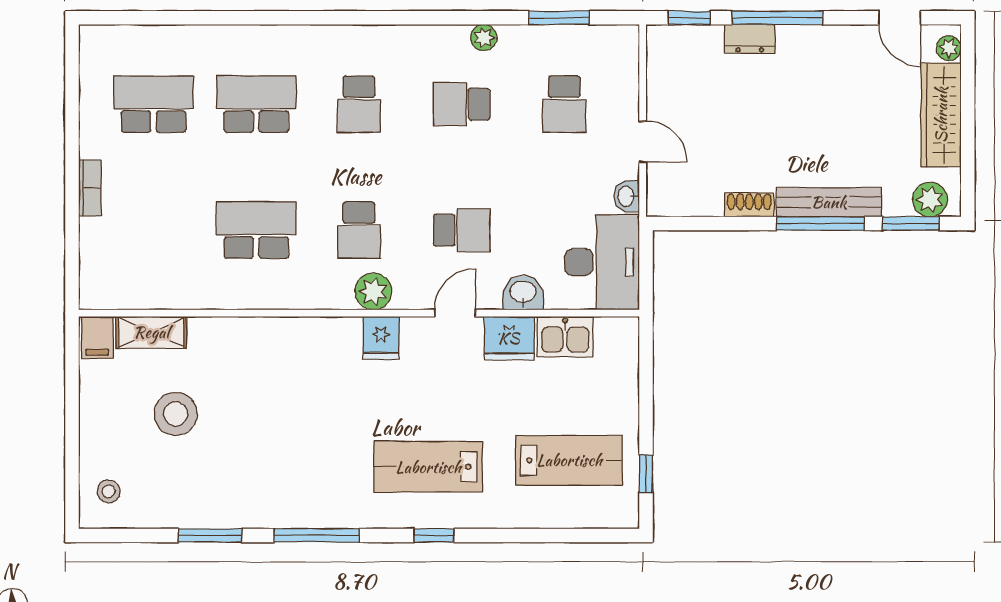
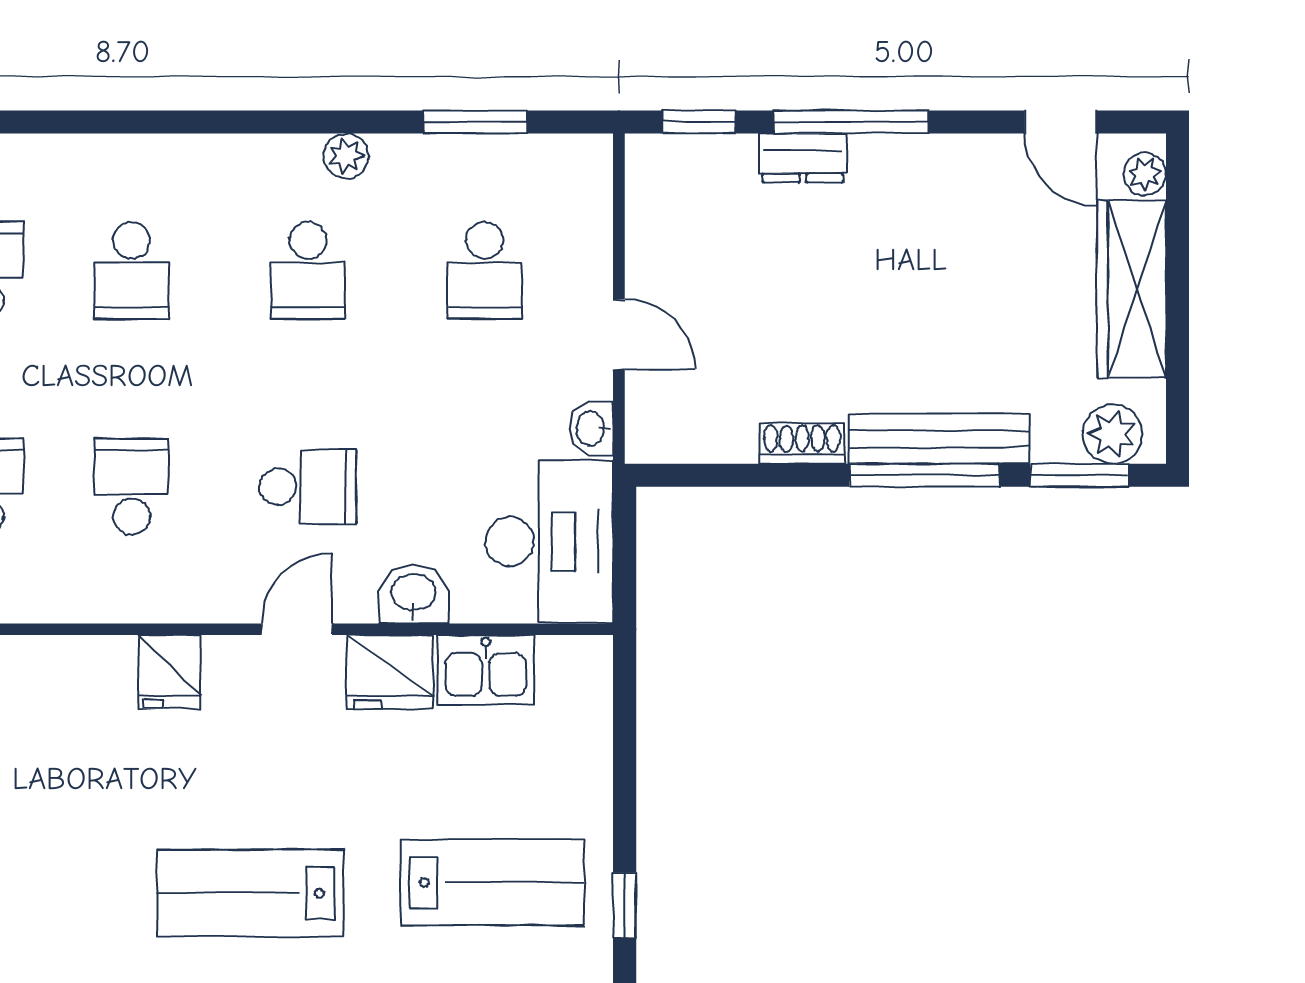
school desk: (462, 104) -> (308, 270), turned -90
school desk: (359, 230) -> (132, 487), turned 180
plant: (373, 291) -> (156, 592), removed

